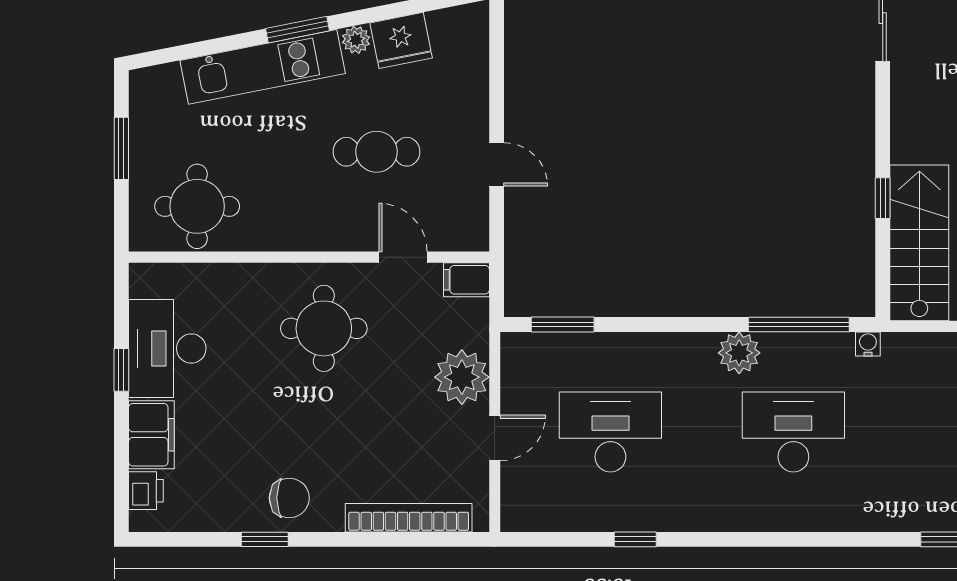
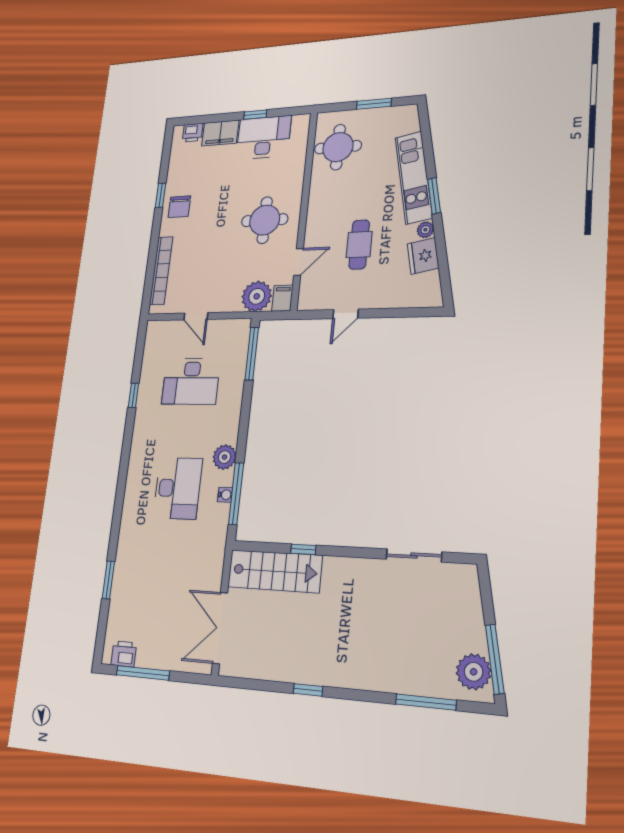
window: (563, 324) -> (252, 354), width x1.44
water cooler: (868, 344) -> (225, 495), moved
plant: (462, 377) -> (257, 296), moved
desk: (610, 432) -> (191, 381), turned 90

